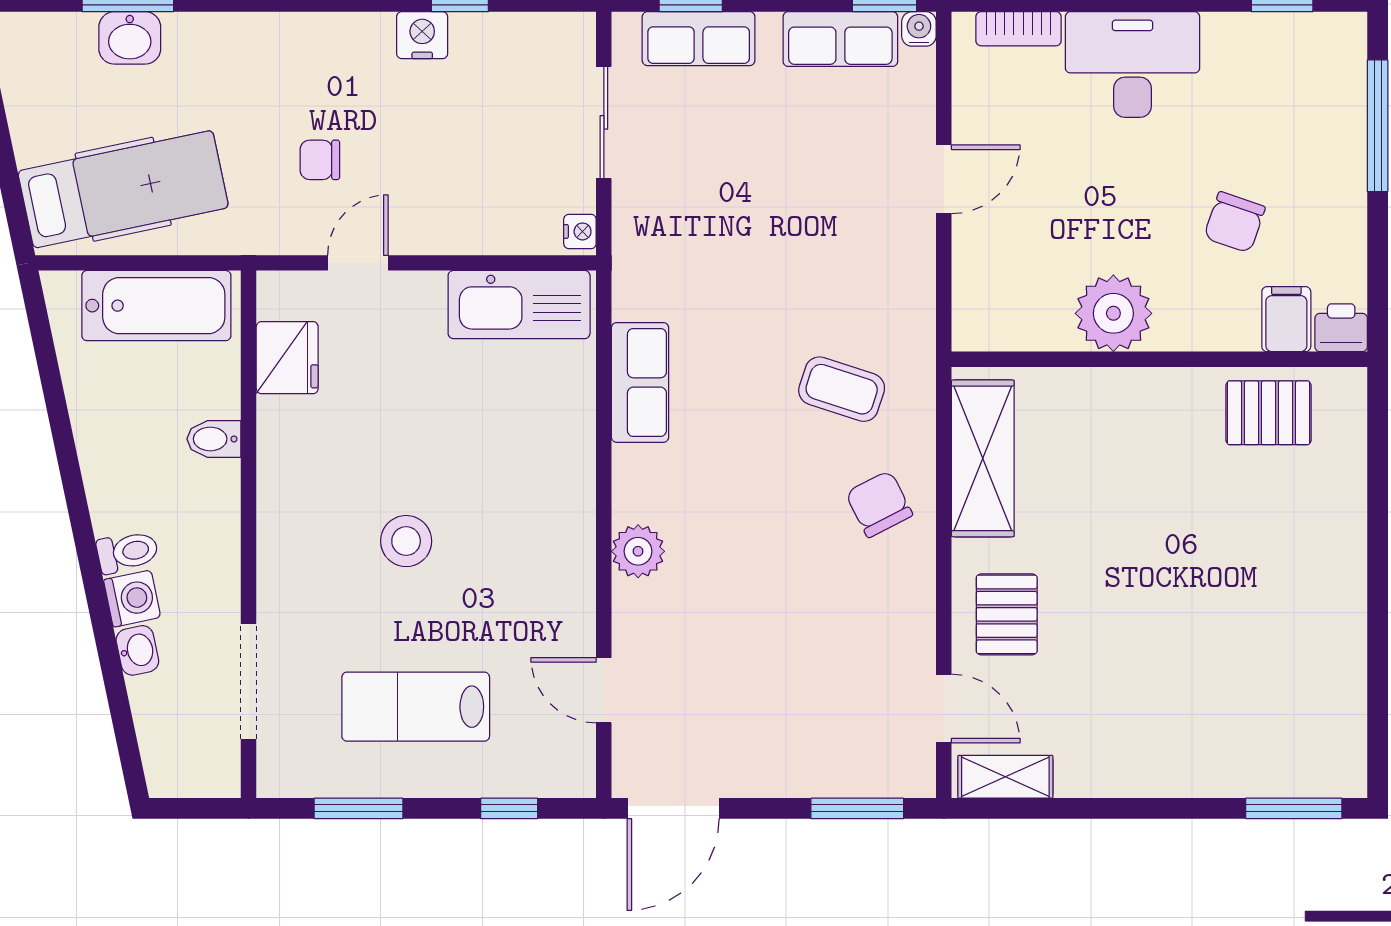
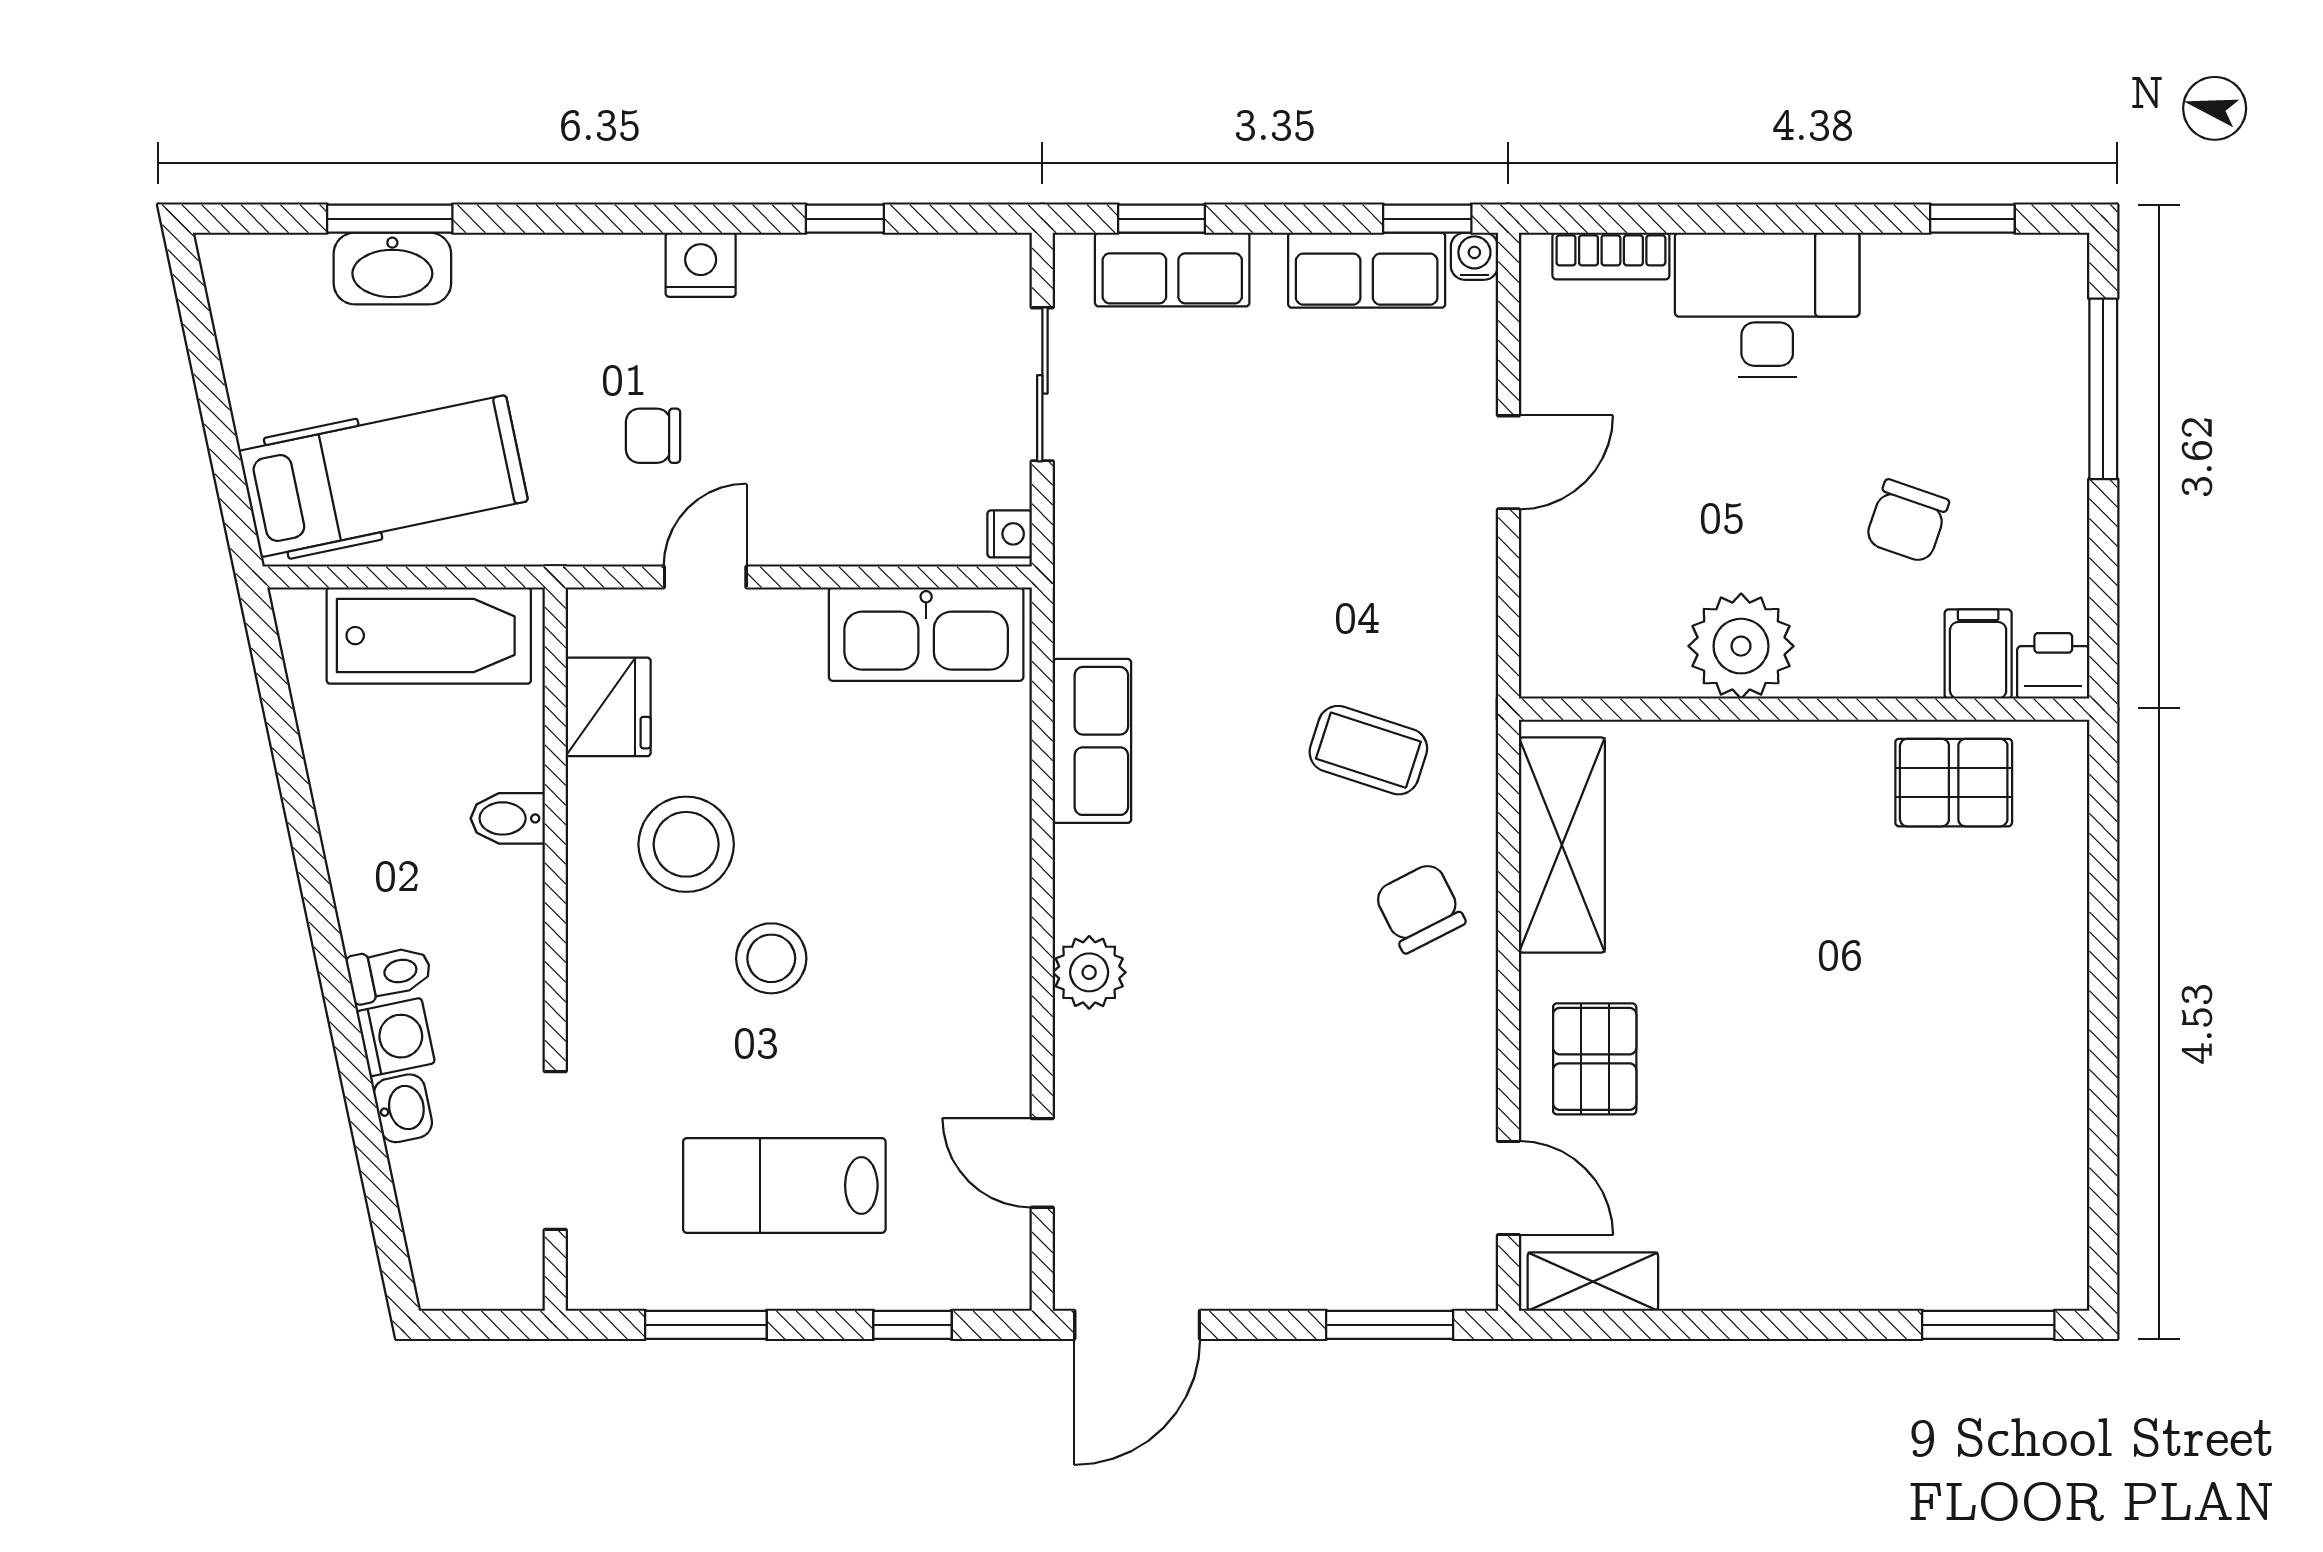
nightstand: (422, 35) -> (701, 265), moved
washbasin: (130, 38) -> (392, 269), width x1.38
stool: (344, 458) -> (686, 844), added

